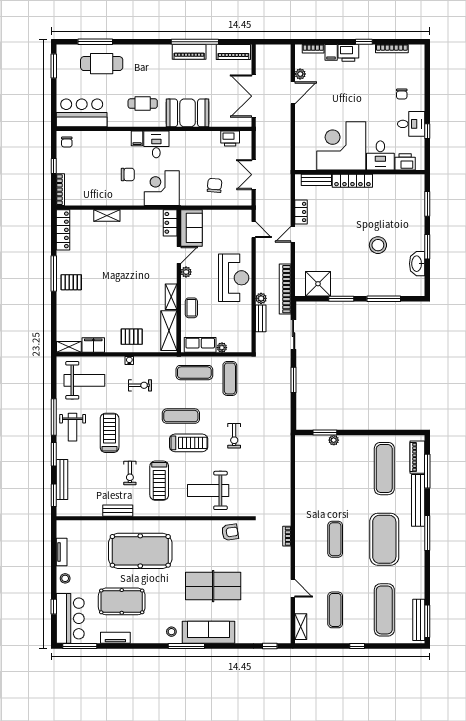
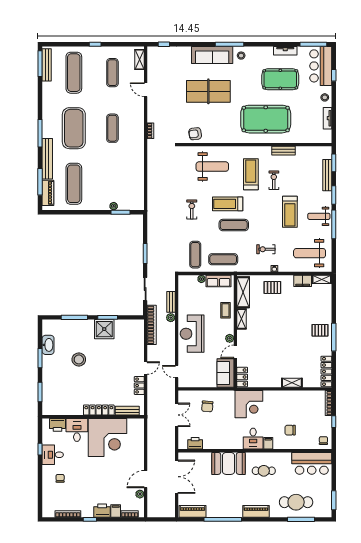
piano: (189, 52) -> (256, 511), moved
chair: (128, 174) -> (290, 430), moved
shower: (318, 284) -> (104, 329), moved
weight bench: (73, 427) -> (319, 216), turned -90

